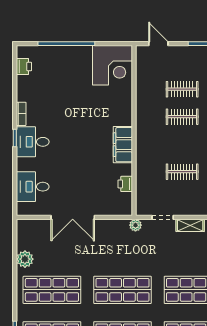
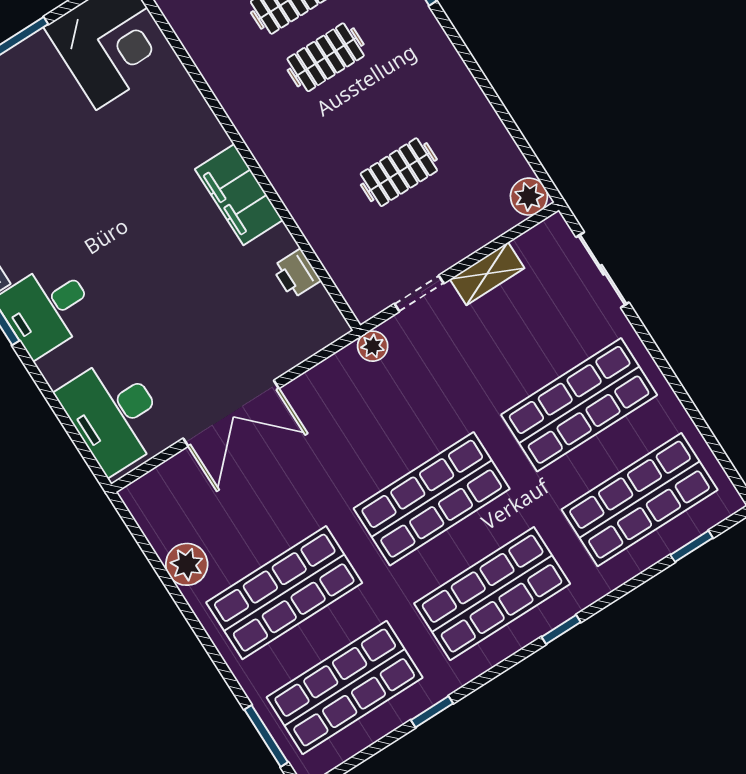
desk: (33, 187) -> (114, 414), width x1.37

